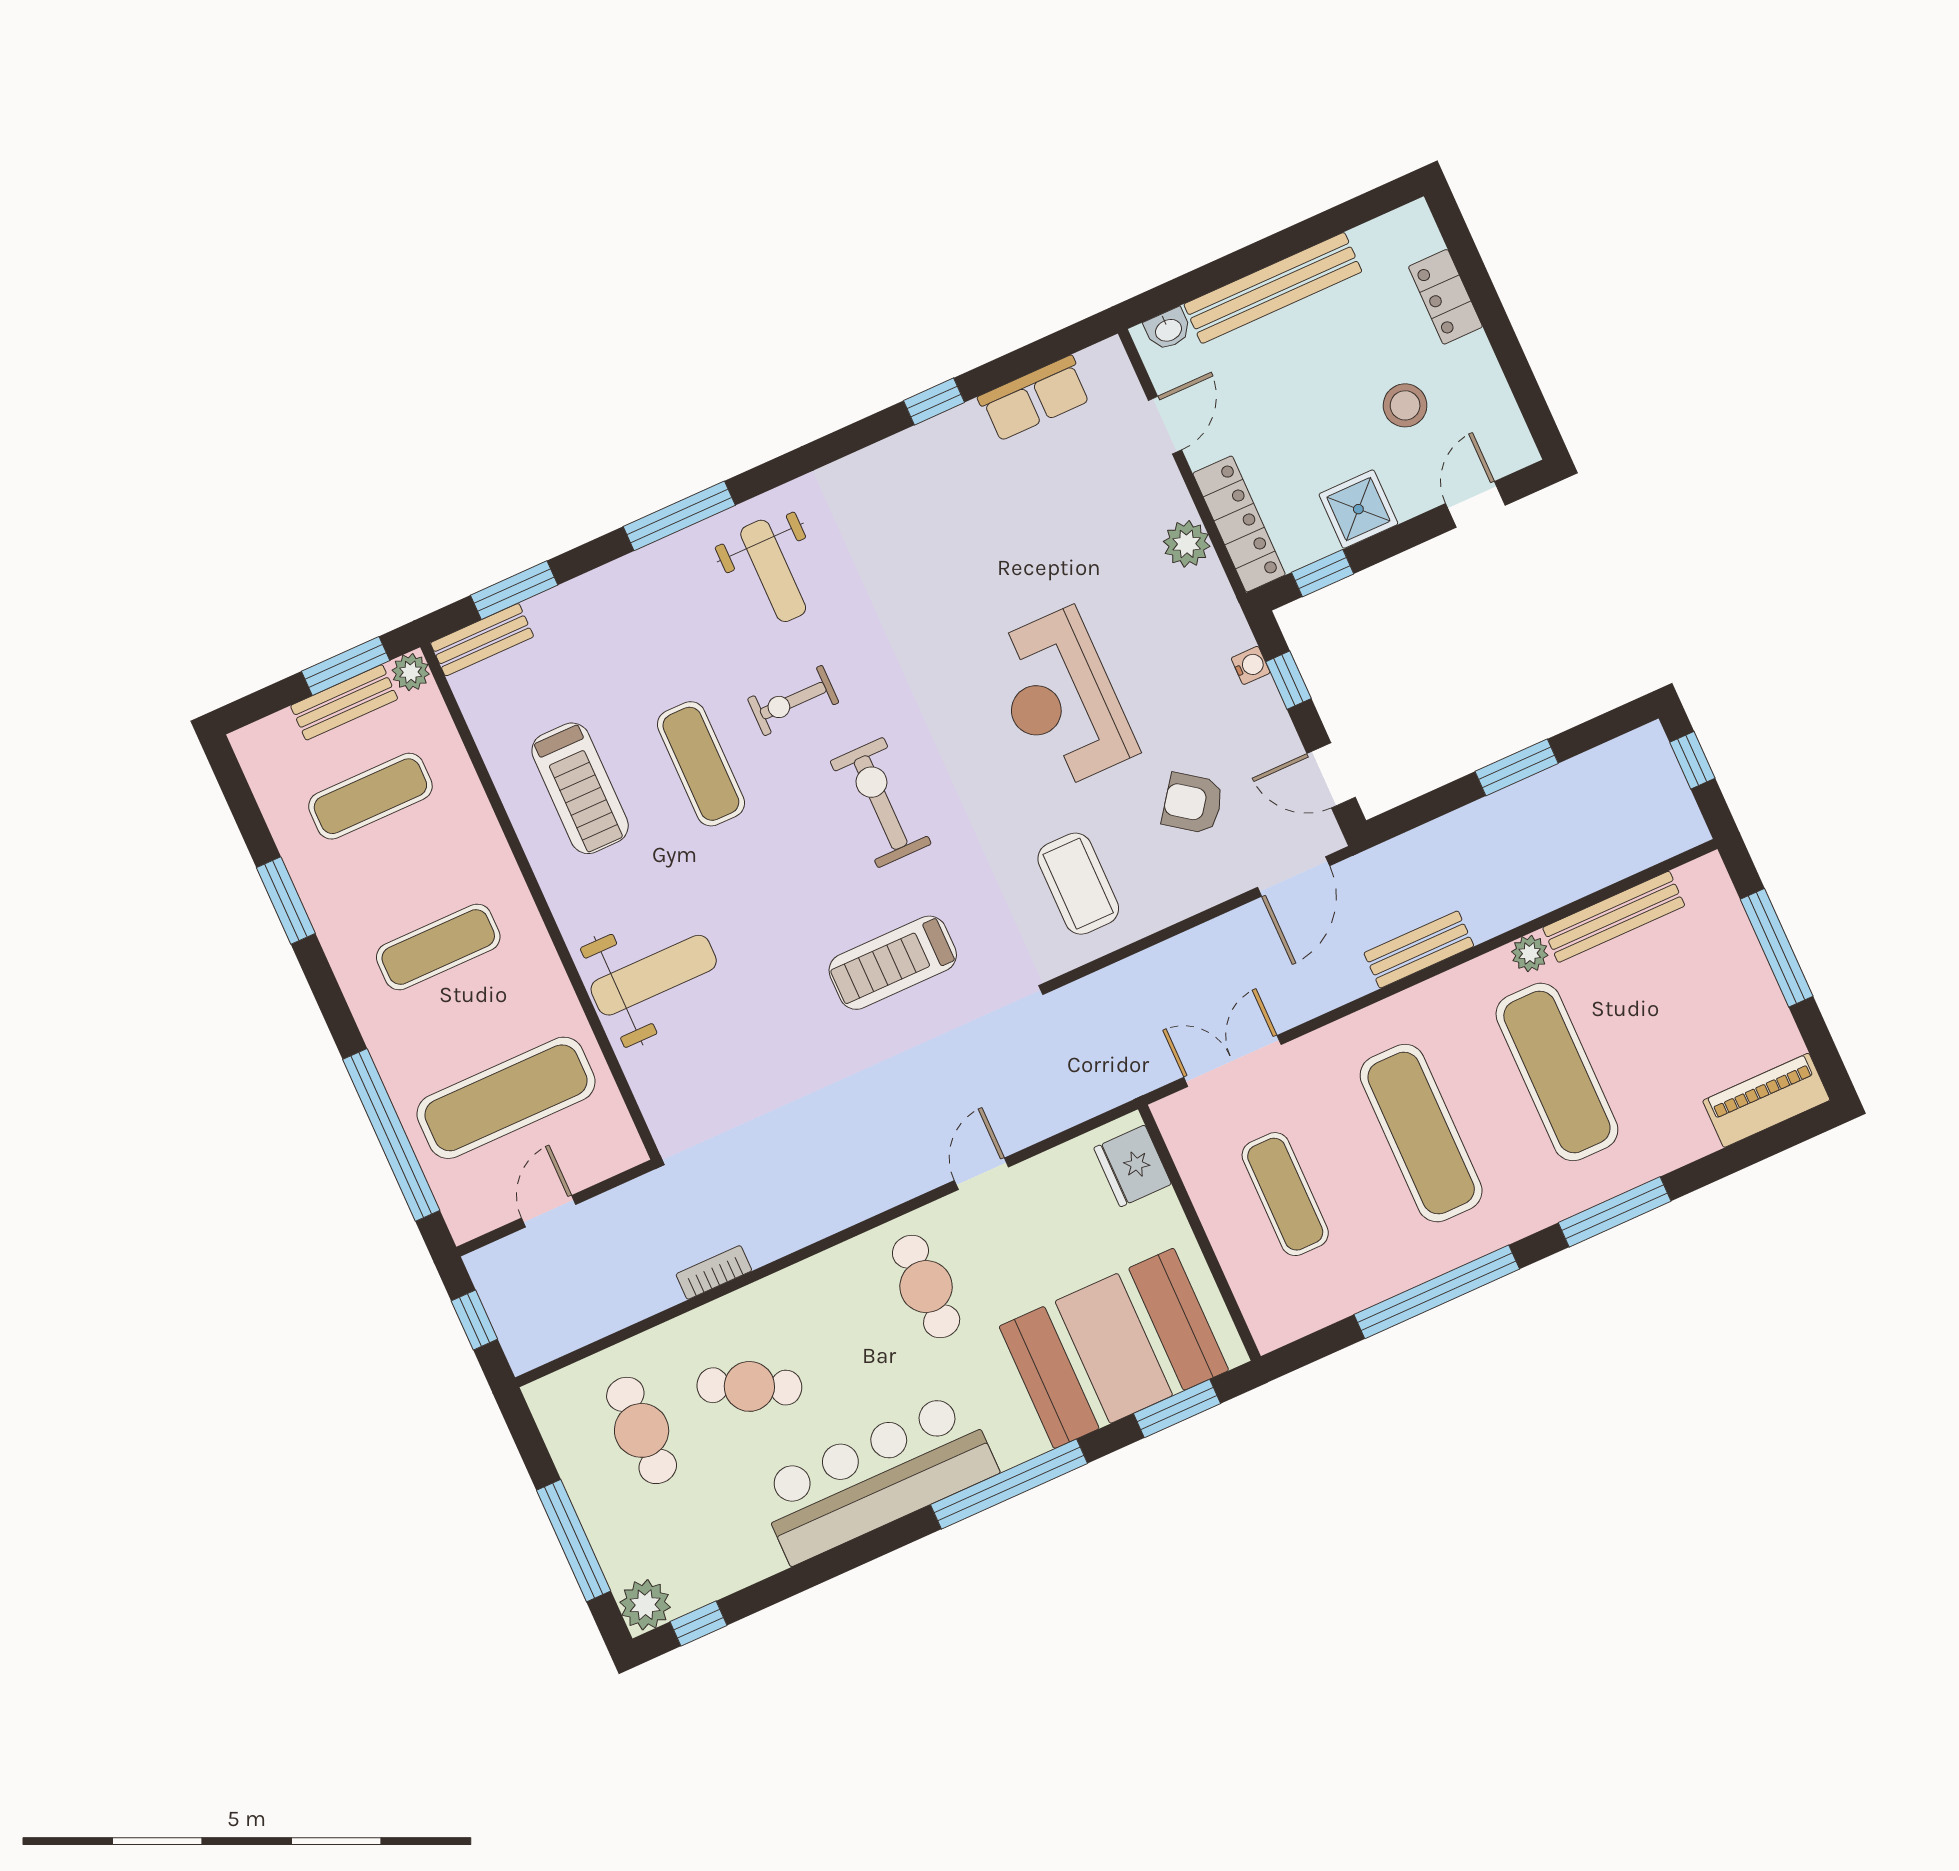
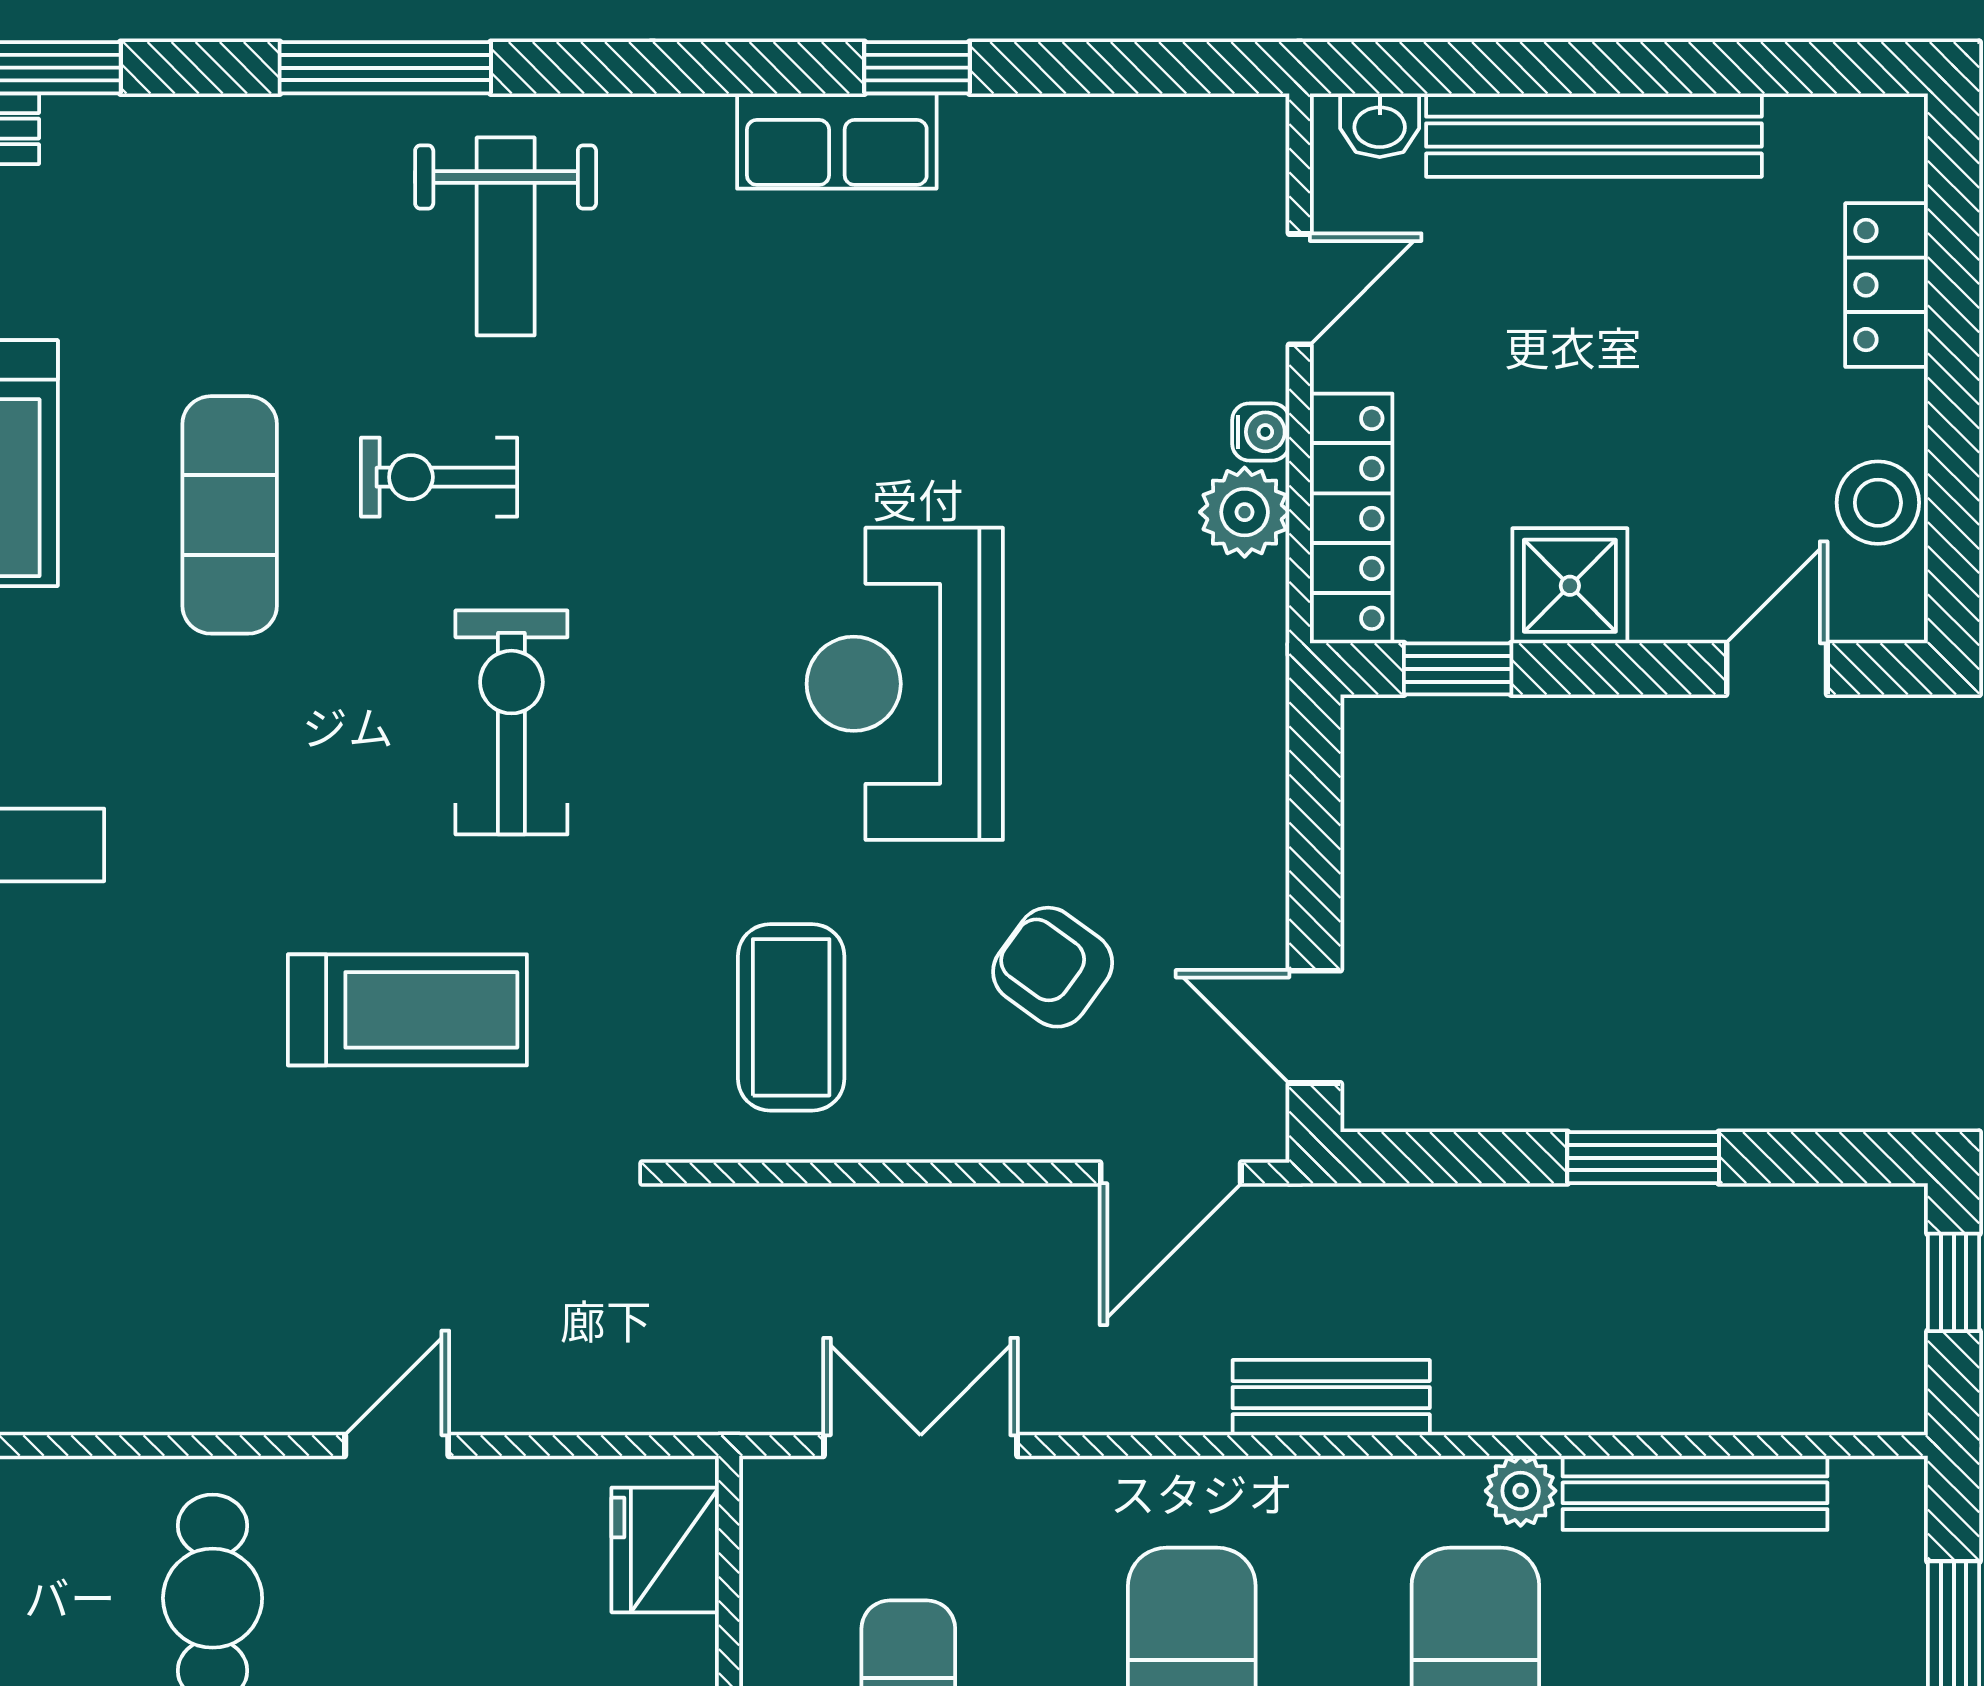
row of seats: (1035, 398) -> (837, 141), moved
stool: (1405, 405) -> (1878, 503), moved
water cooler: (1251, 665) -> (1261, 432), moved
window: (1288, 680) -> (1315, 828), removed
treadmill: (893, 963) -> (407, 1010), turned 180

